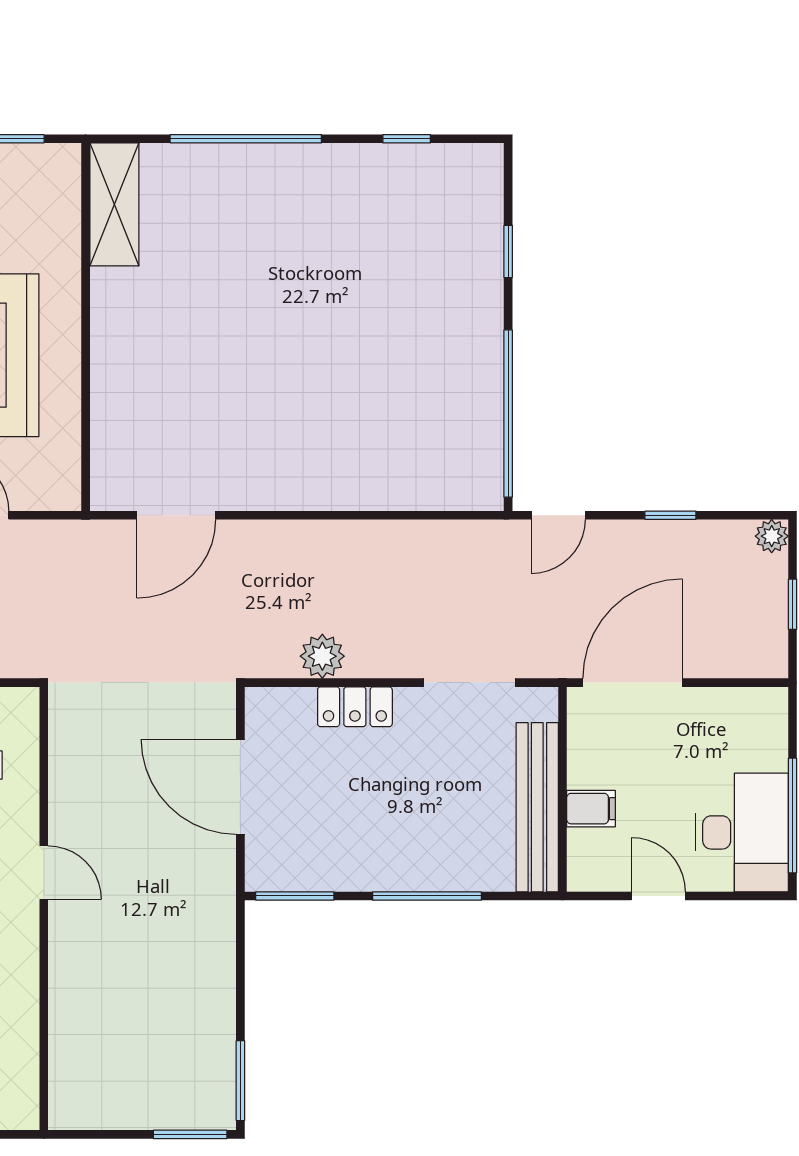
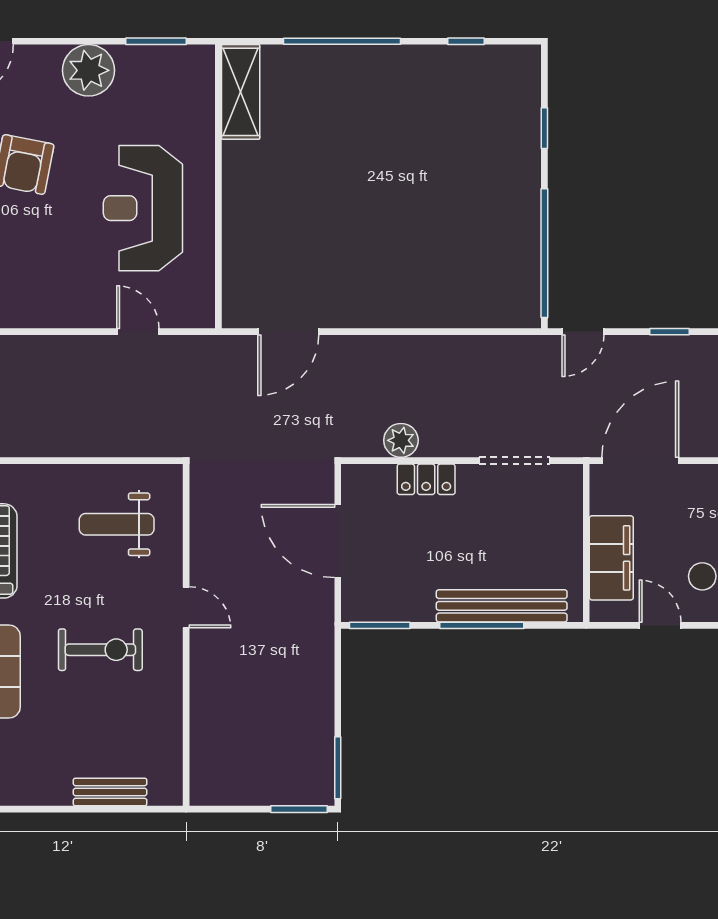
bench: (537, 807) -> (502, 606), moved, turned 90
filing cabinet: (591, 809) -> (611, 558), width x3.00, depth x1.17

